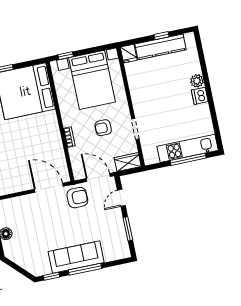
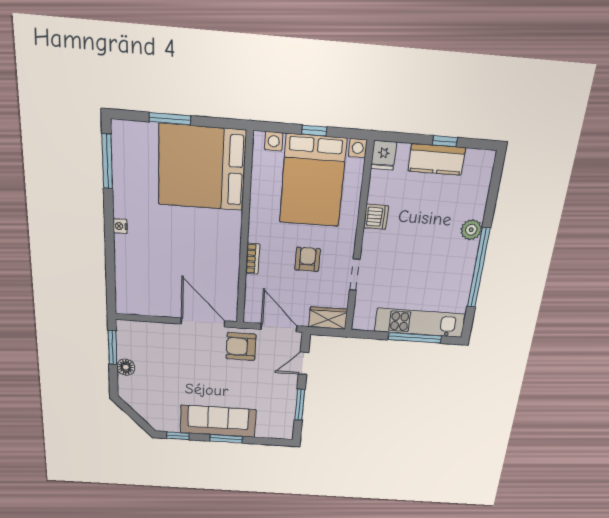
kitchen counter: (160, 47) -> (437, 159), width x0.67
window: (66, 56) -> (314, 131), moved
dishwasher: (200, 96) -> (376, 217), moved, turned 180
window: (211, 103) -> (479, 268), added
armchair: (103, 128) -> (308, 259), turned 90
armchair: (77, 198) -> (241, 347), turned 180
window: (85, 269) -> (226, 439), width x0.69

